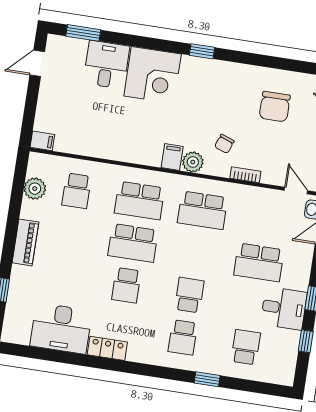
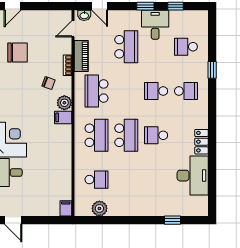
school desk: (202, 210) -> (97, 91), turned 180
piano: (25, 242) -> (81, 56), moved, turned 90
school desk: (126, 285) -> (156, 135), turned 180

